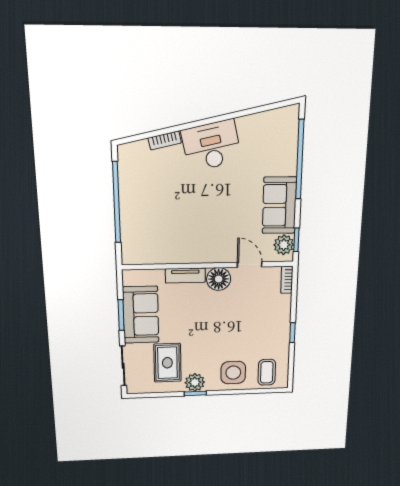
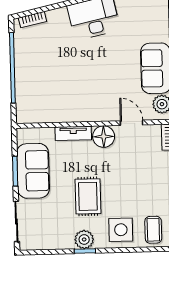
bookcase: (165, 140) -> (32, 20), moved
rug: (167, 363) -> (88, 196), moved

